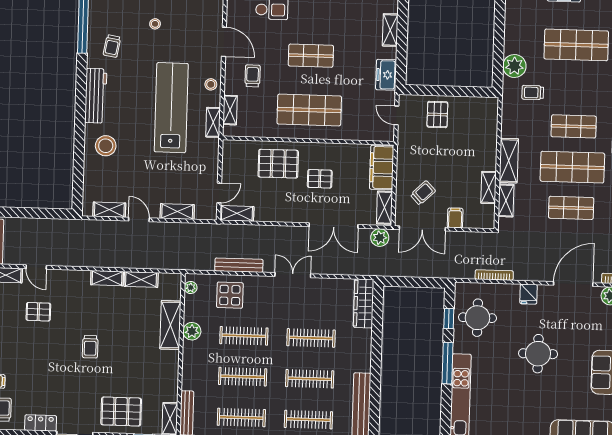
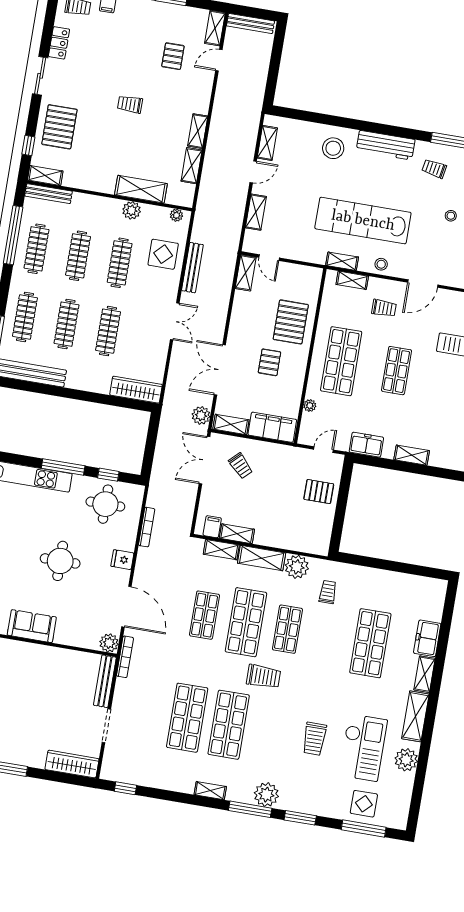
plant: (514, 66) -> (297, 567), moved
lab bench: (171, 108) -> (363, 221), turned 180
plant: (356, 134) -> (310, 406), added
filing cabinet: (455, 218) -> (212, 527), moved, turned -90

